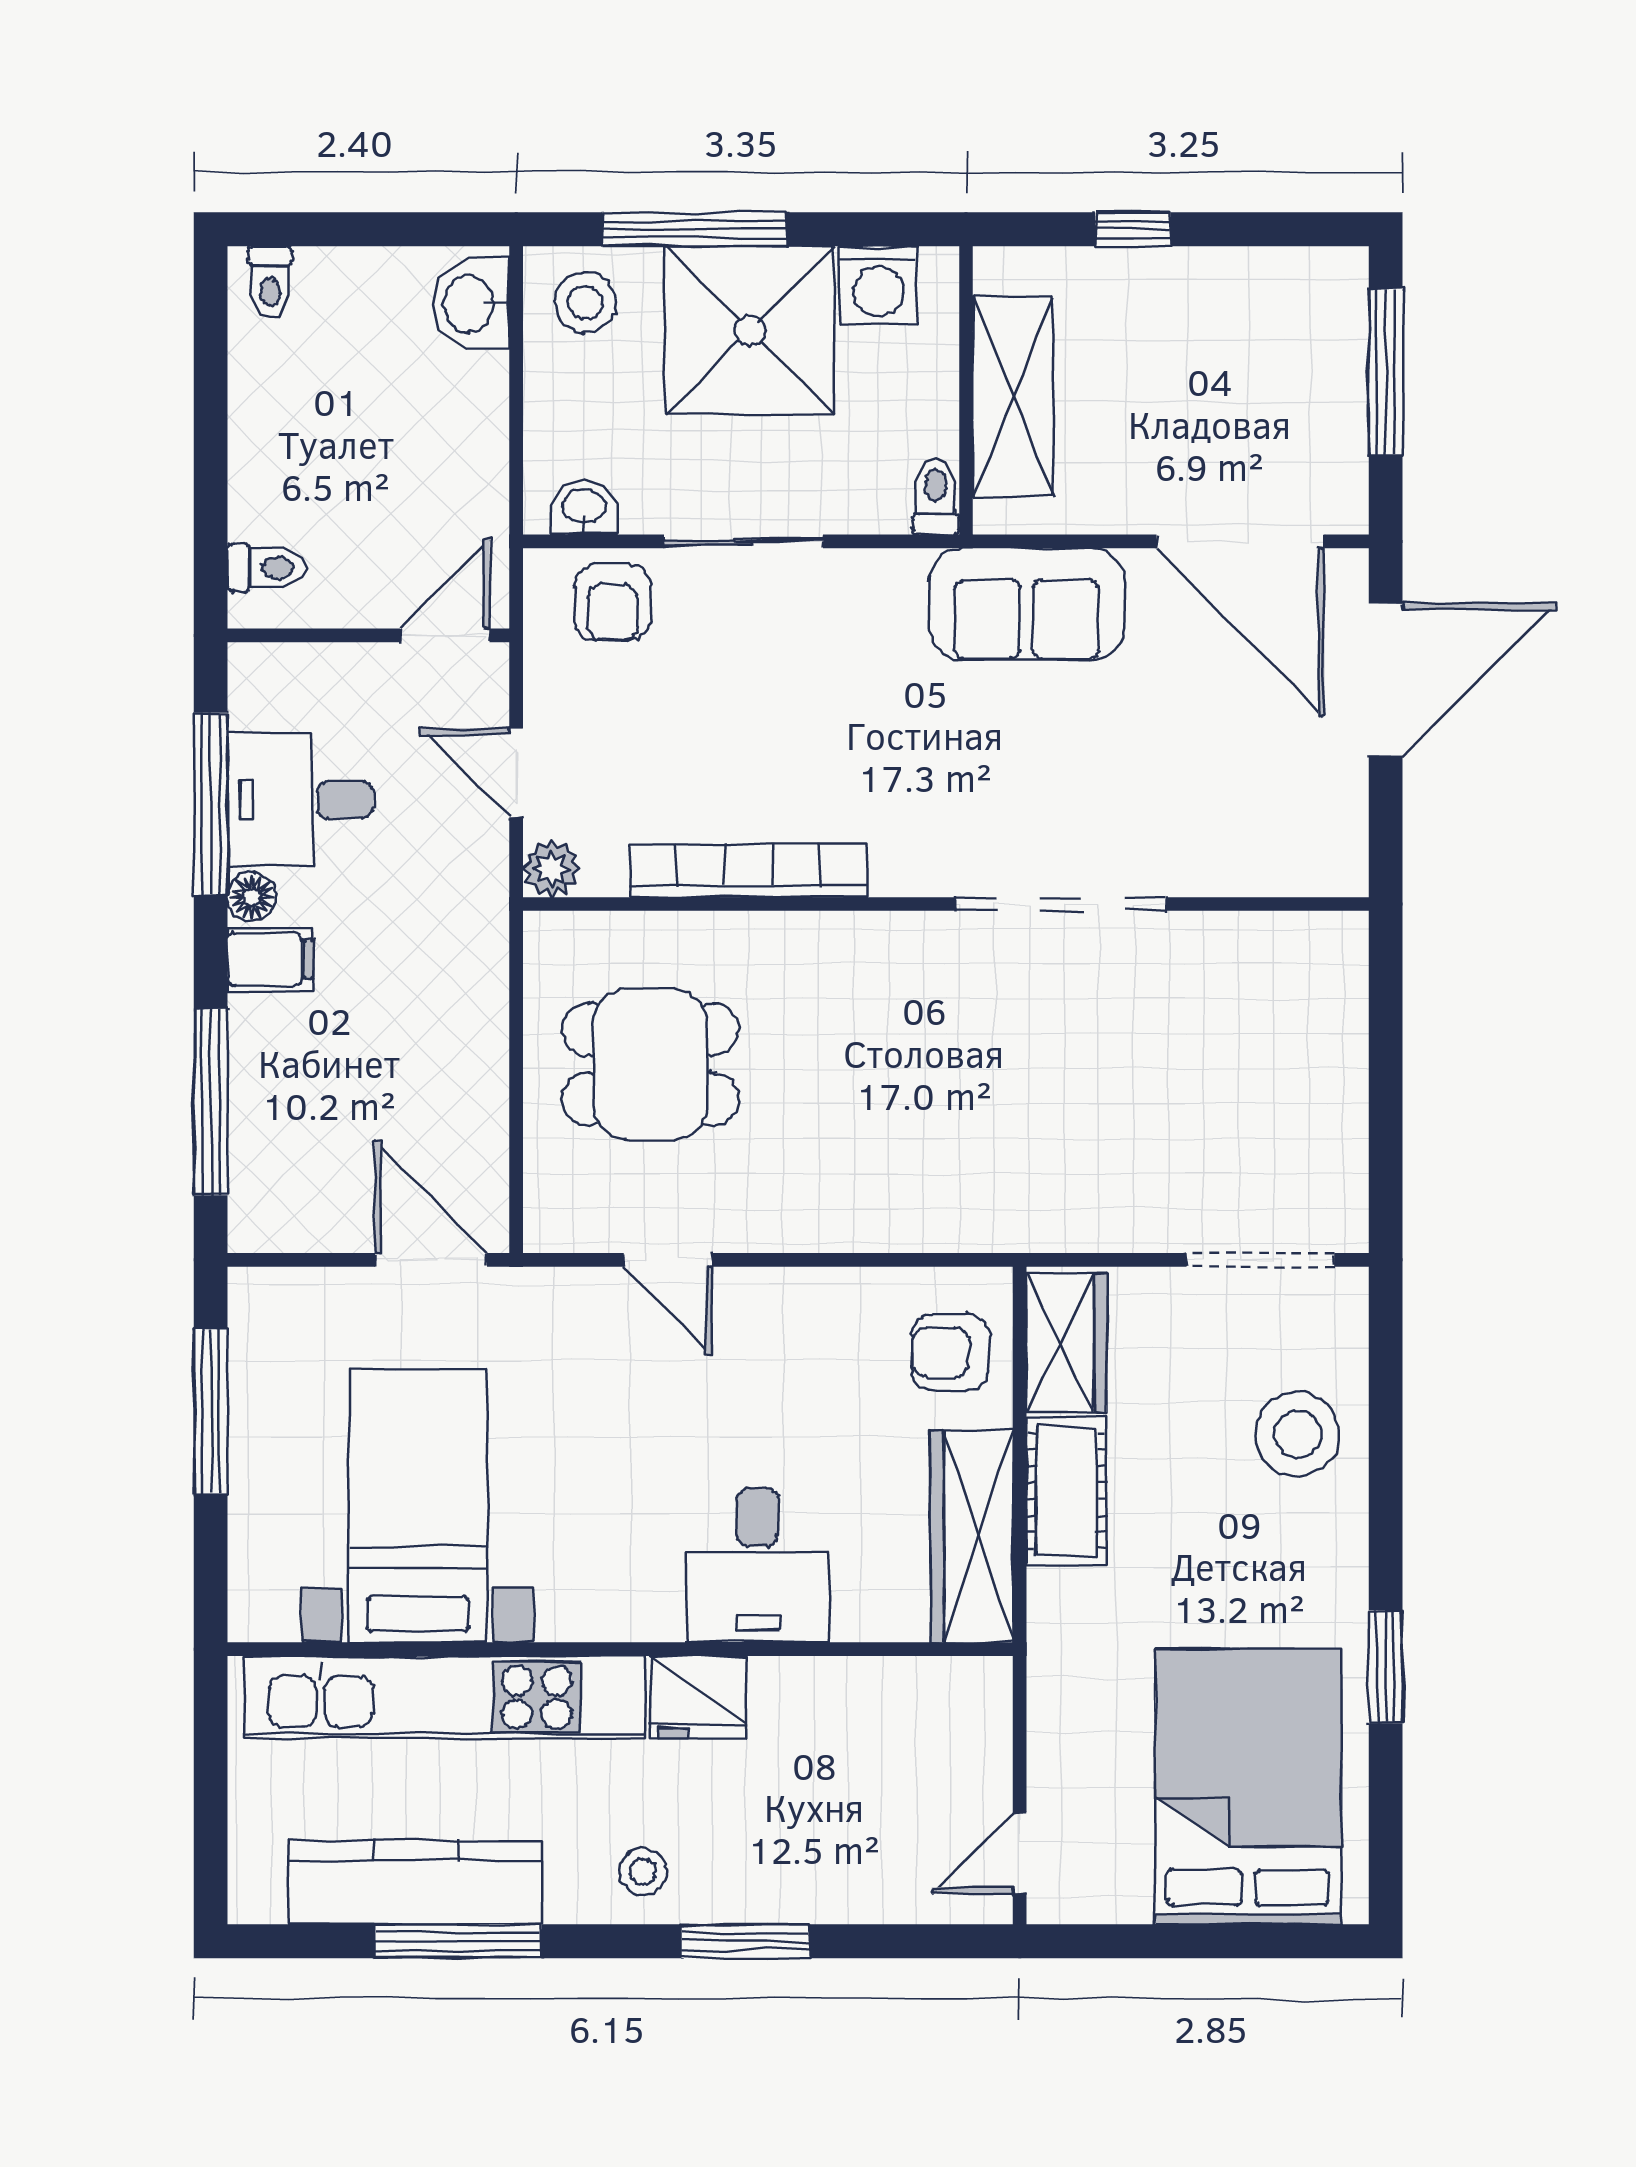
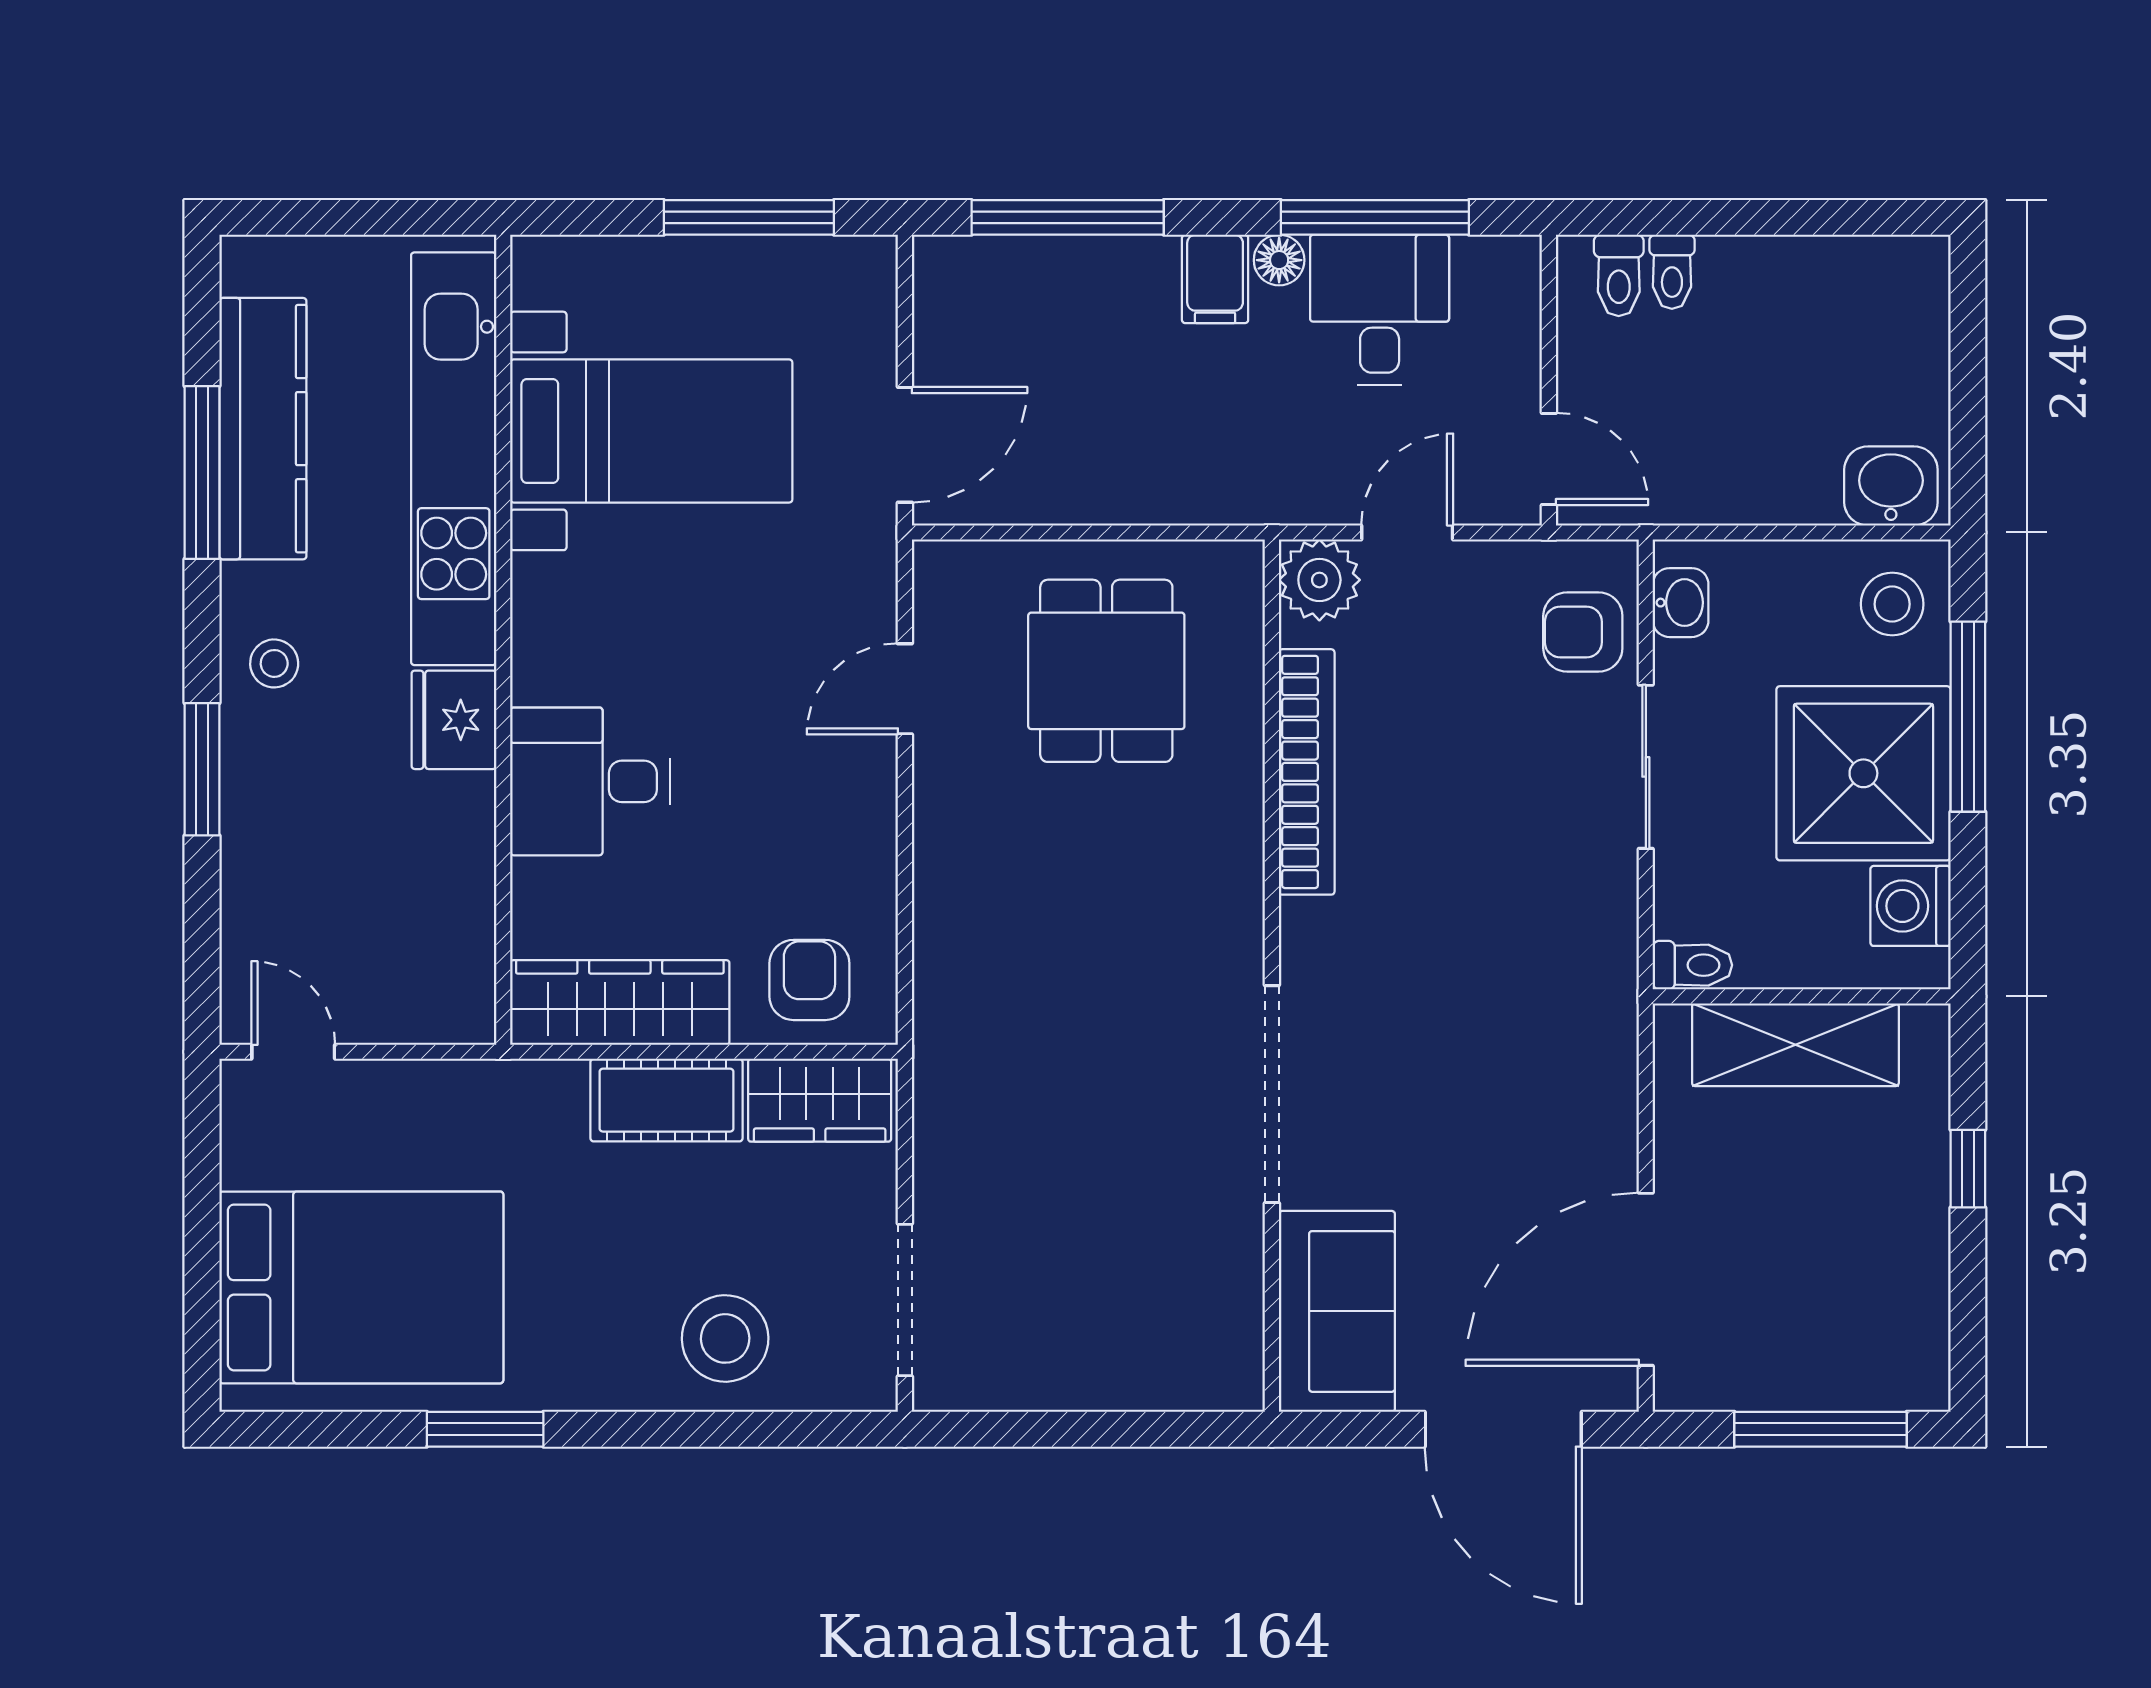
toilet: (270, 282) -> (1672, 272), moved, turned -90
sofa: (1027, 604) -> (1337, 1311), moved, turned 180
plant: (551, 869) -> (1319, 580), width x1.38, depth x1.38

